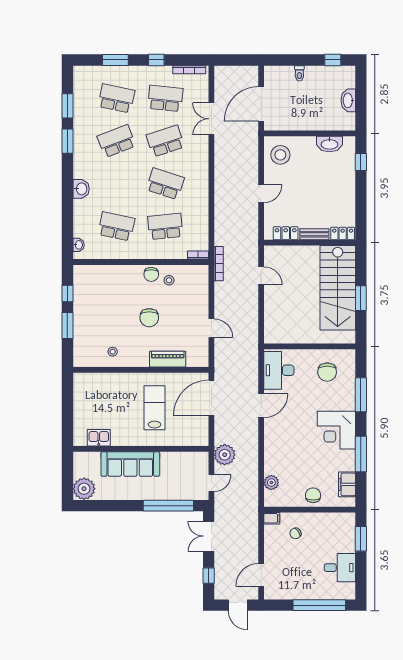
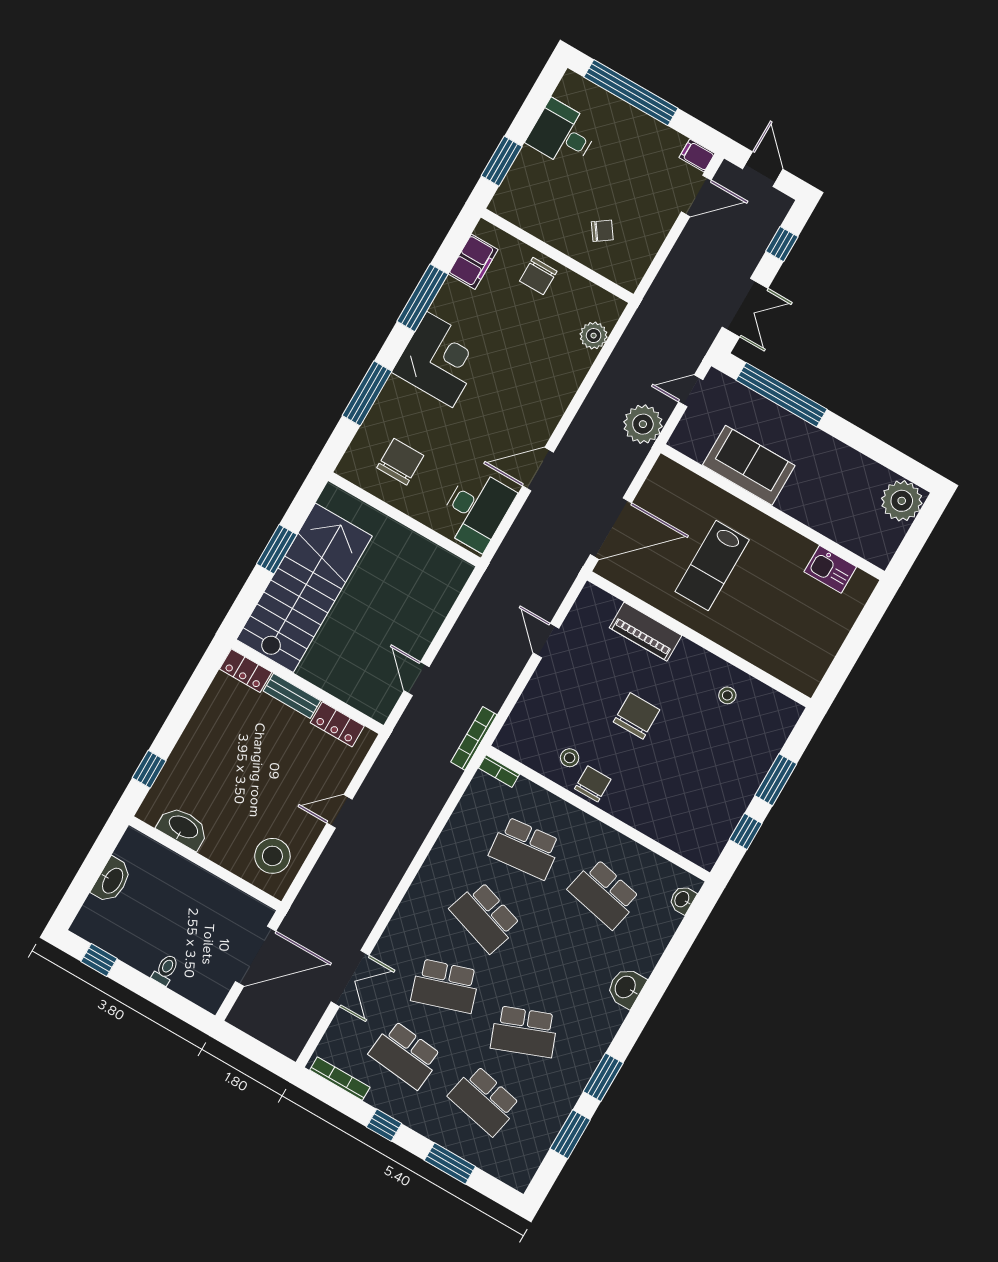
sofa: (130, 464) -> (749, 465), moved, width x0.73
filing cabinet: (272, 518) -> (697, 155), moved

